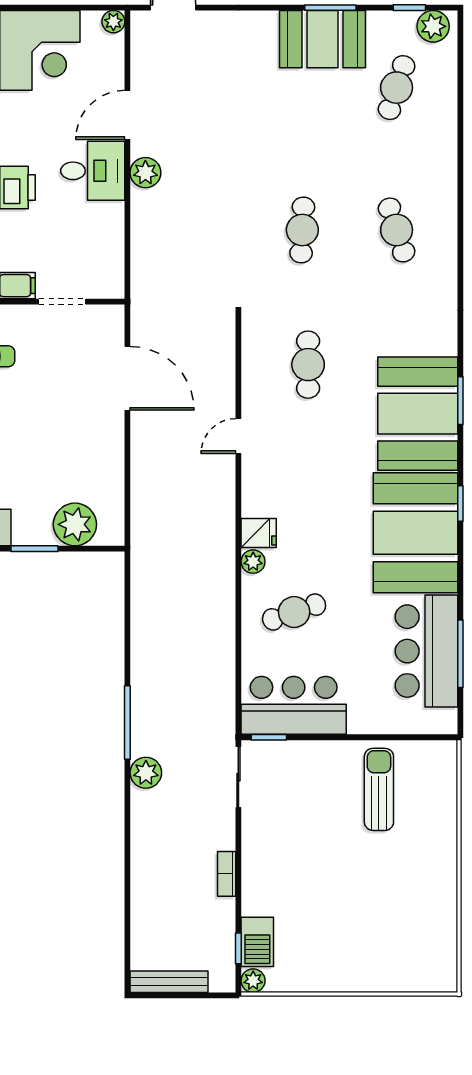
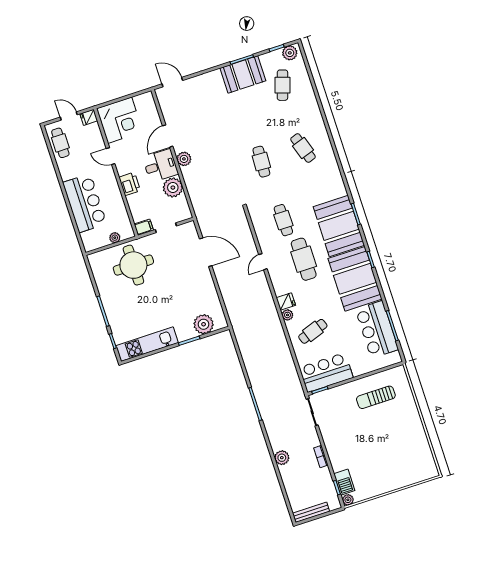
plant: (113, 22) -> (173, 188), moved, width x1.87, depth x1.87
cafe table: (323, 458) -> (304, 259), added
plant: (146, 773) -> (282, 458), moved
sun lounger: (379, 789) -> (376, 397), turned -90

